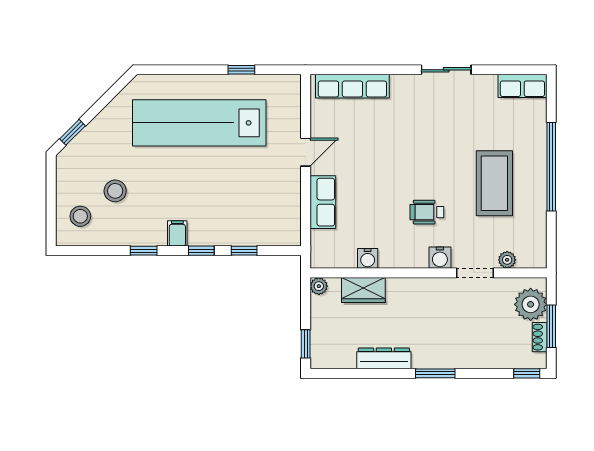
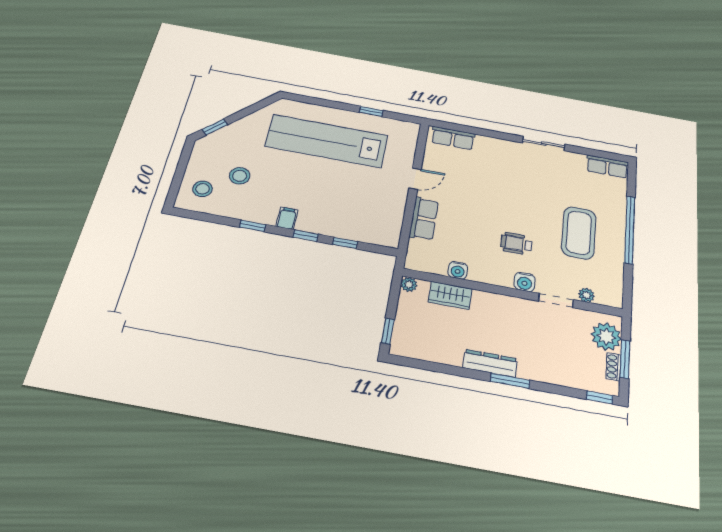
row of seats: (352, 86) -> (453, 138), width x0.68
dresser: (384, 358) -> (490, 363), moved

